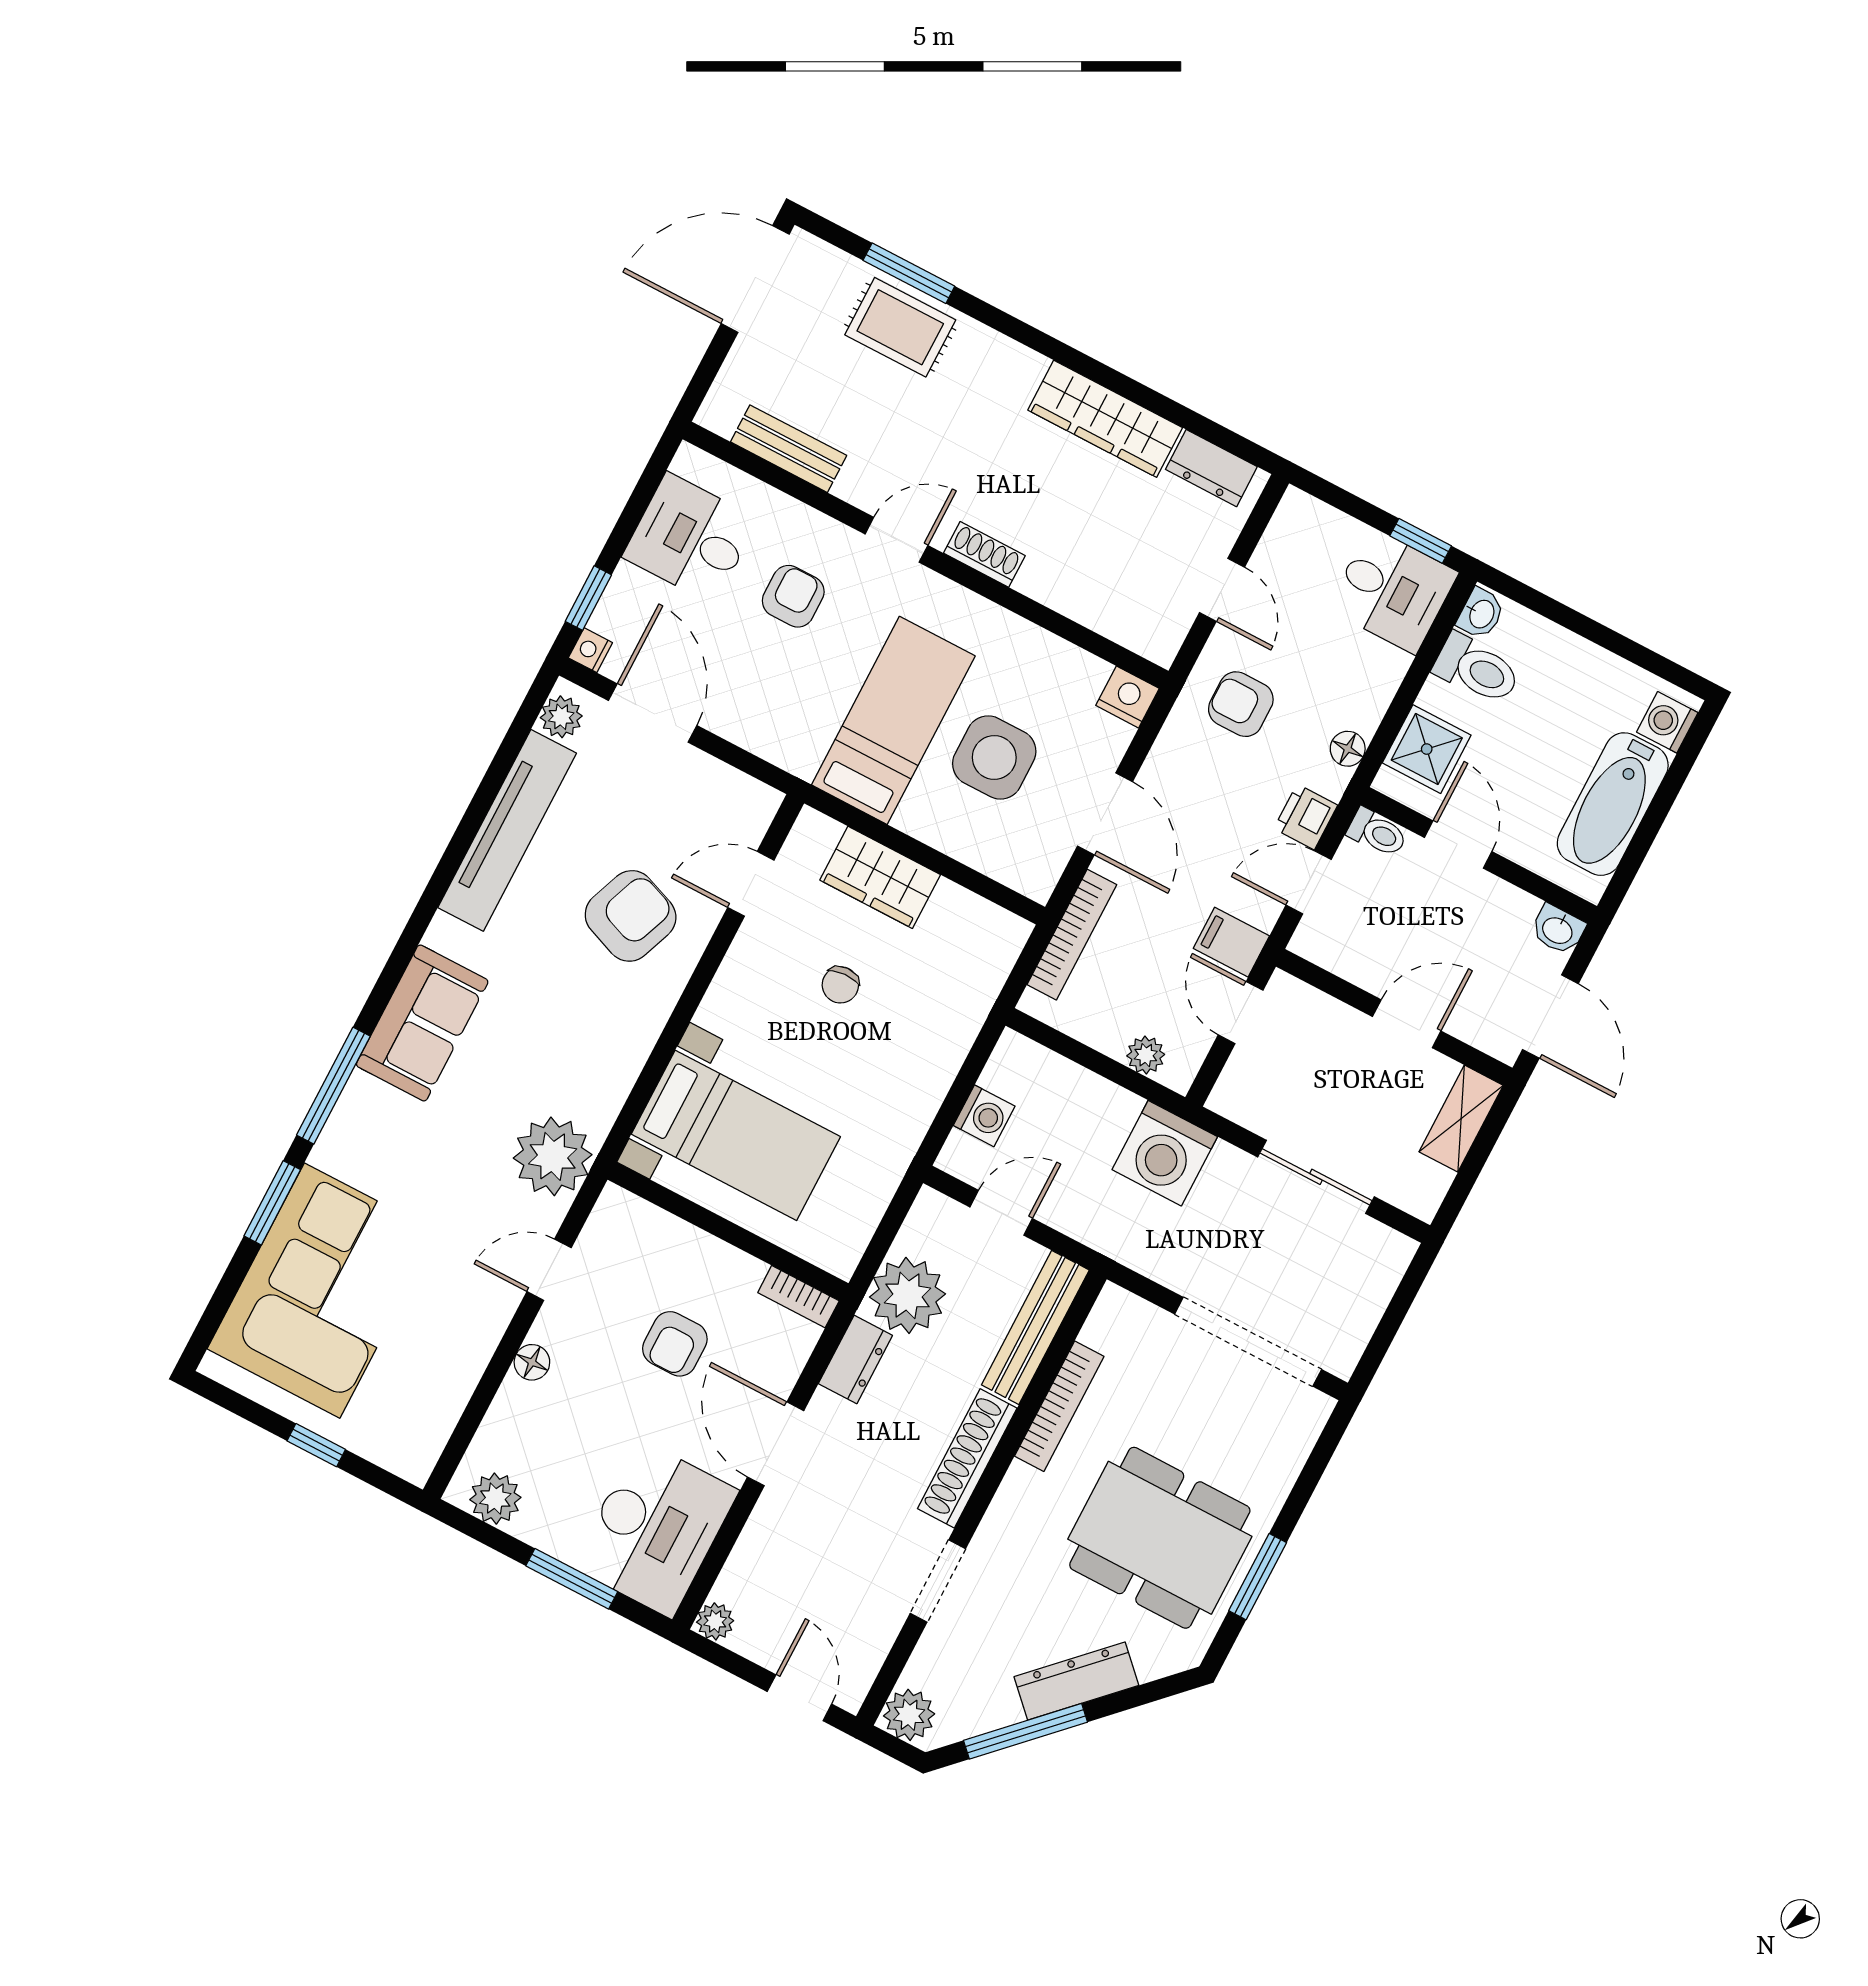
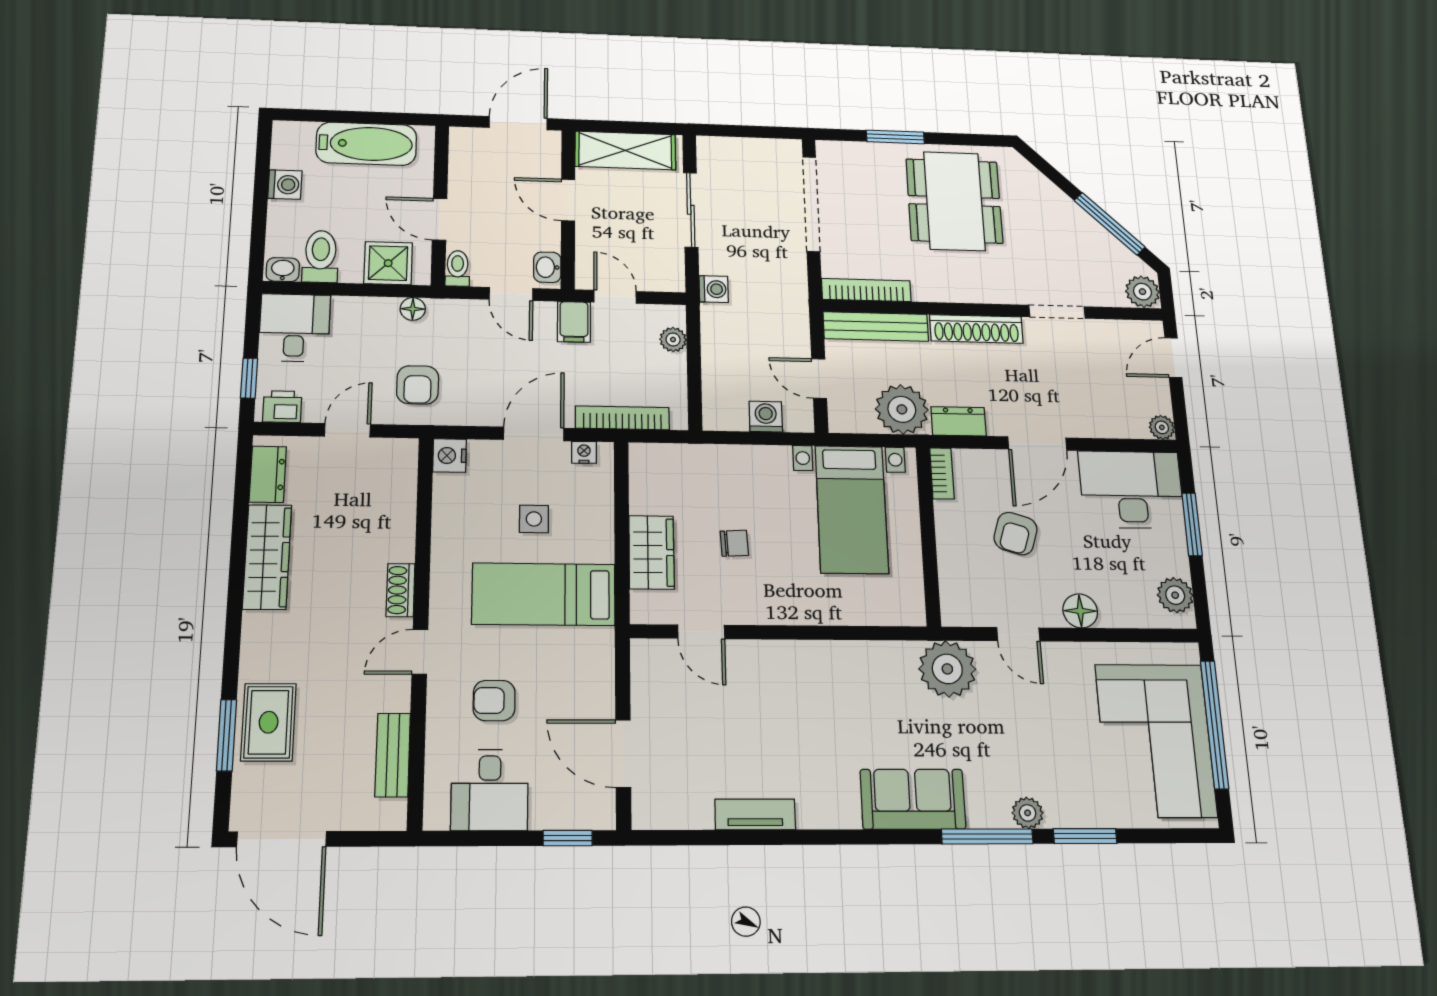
door: (896, 540) -> (420, 652), hinge flipped
window: (1421, 541) -> (249, 378), moved
nightstand: (590, 650) -> (584, 452), moved, turned 180
door: (653, 713) -> (623, 754), hinge flipped
plant: (561, 717) -> (1028, 813), moved
washing machine: (1667, 722) -> (285, 185), moved, turned -90
side table: (994, 757) -> (534, 519), width x0.54, depth x0.54
printer: (1306, 817) -> (282, 407), moved, turned 180
tv unit: (507, 830) -> (755, 814), width x0.52, depth x0.78
door: (1458, 844) -> (440, 219), hinge flipped
armchair: (631, 916) -> (766, 699), removed
washbasin: (1558, 930) -> (547, 267), moved, turned 180
door: (1241, 1013) -> (615, 297), swing flipped
shelving: (1461, 1119) -> (625, 150), width x1.50, depth x1.33
bed with nightstands: (736, 1135) -> (852, 509), moved, turned 180
washing machine: (1165, 1153) -> (714, 289), width x0.53, depth x0.53
corner sofa: (322, 1291) -> (1156, 740), moved, turned -90
armchair: (675, 1344) -> (1016, 534), turned 107
floor lamp: (532, 1362) -> (1080, 611), width x1.37, depth x1.37
bookcase: (1059, 1406) -> (866, 290), moved
window: (316, 1445) -> (1214, 724), width x3.17
window: (1258, 1577) -> (895, 137), moved
dresser: (1076, 1681) -> (1064, 209), removed

